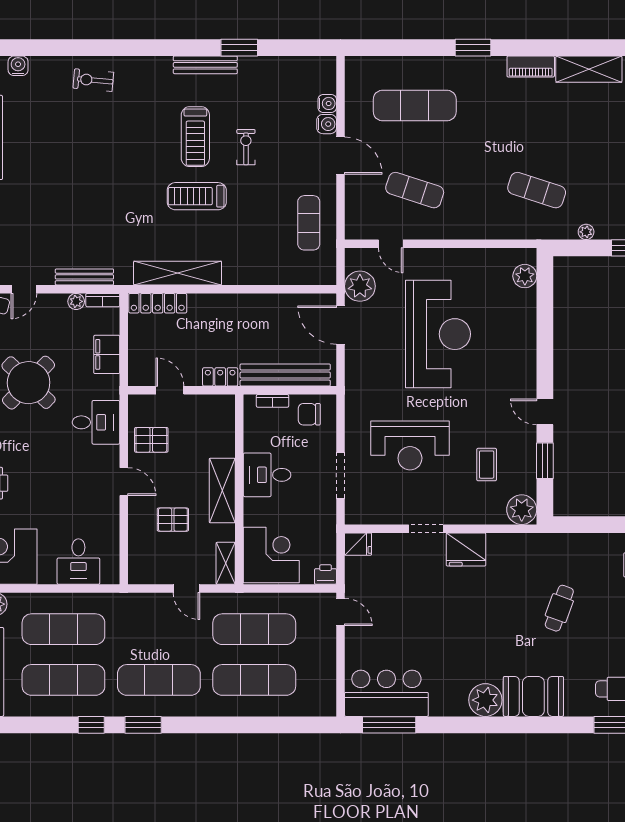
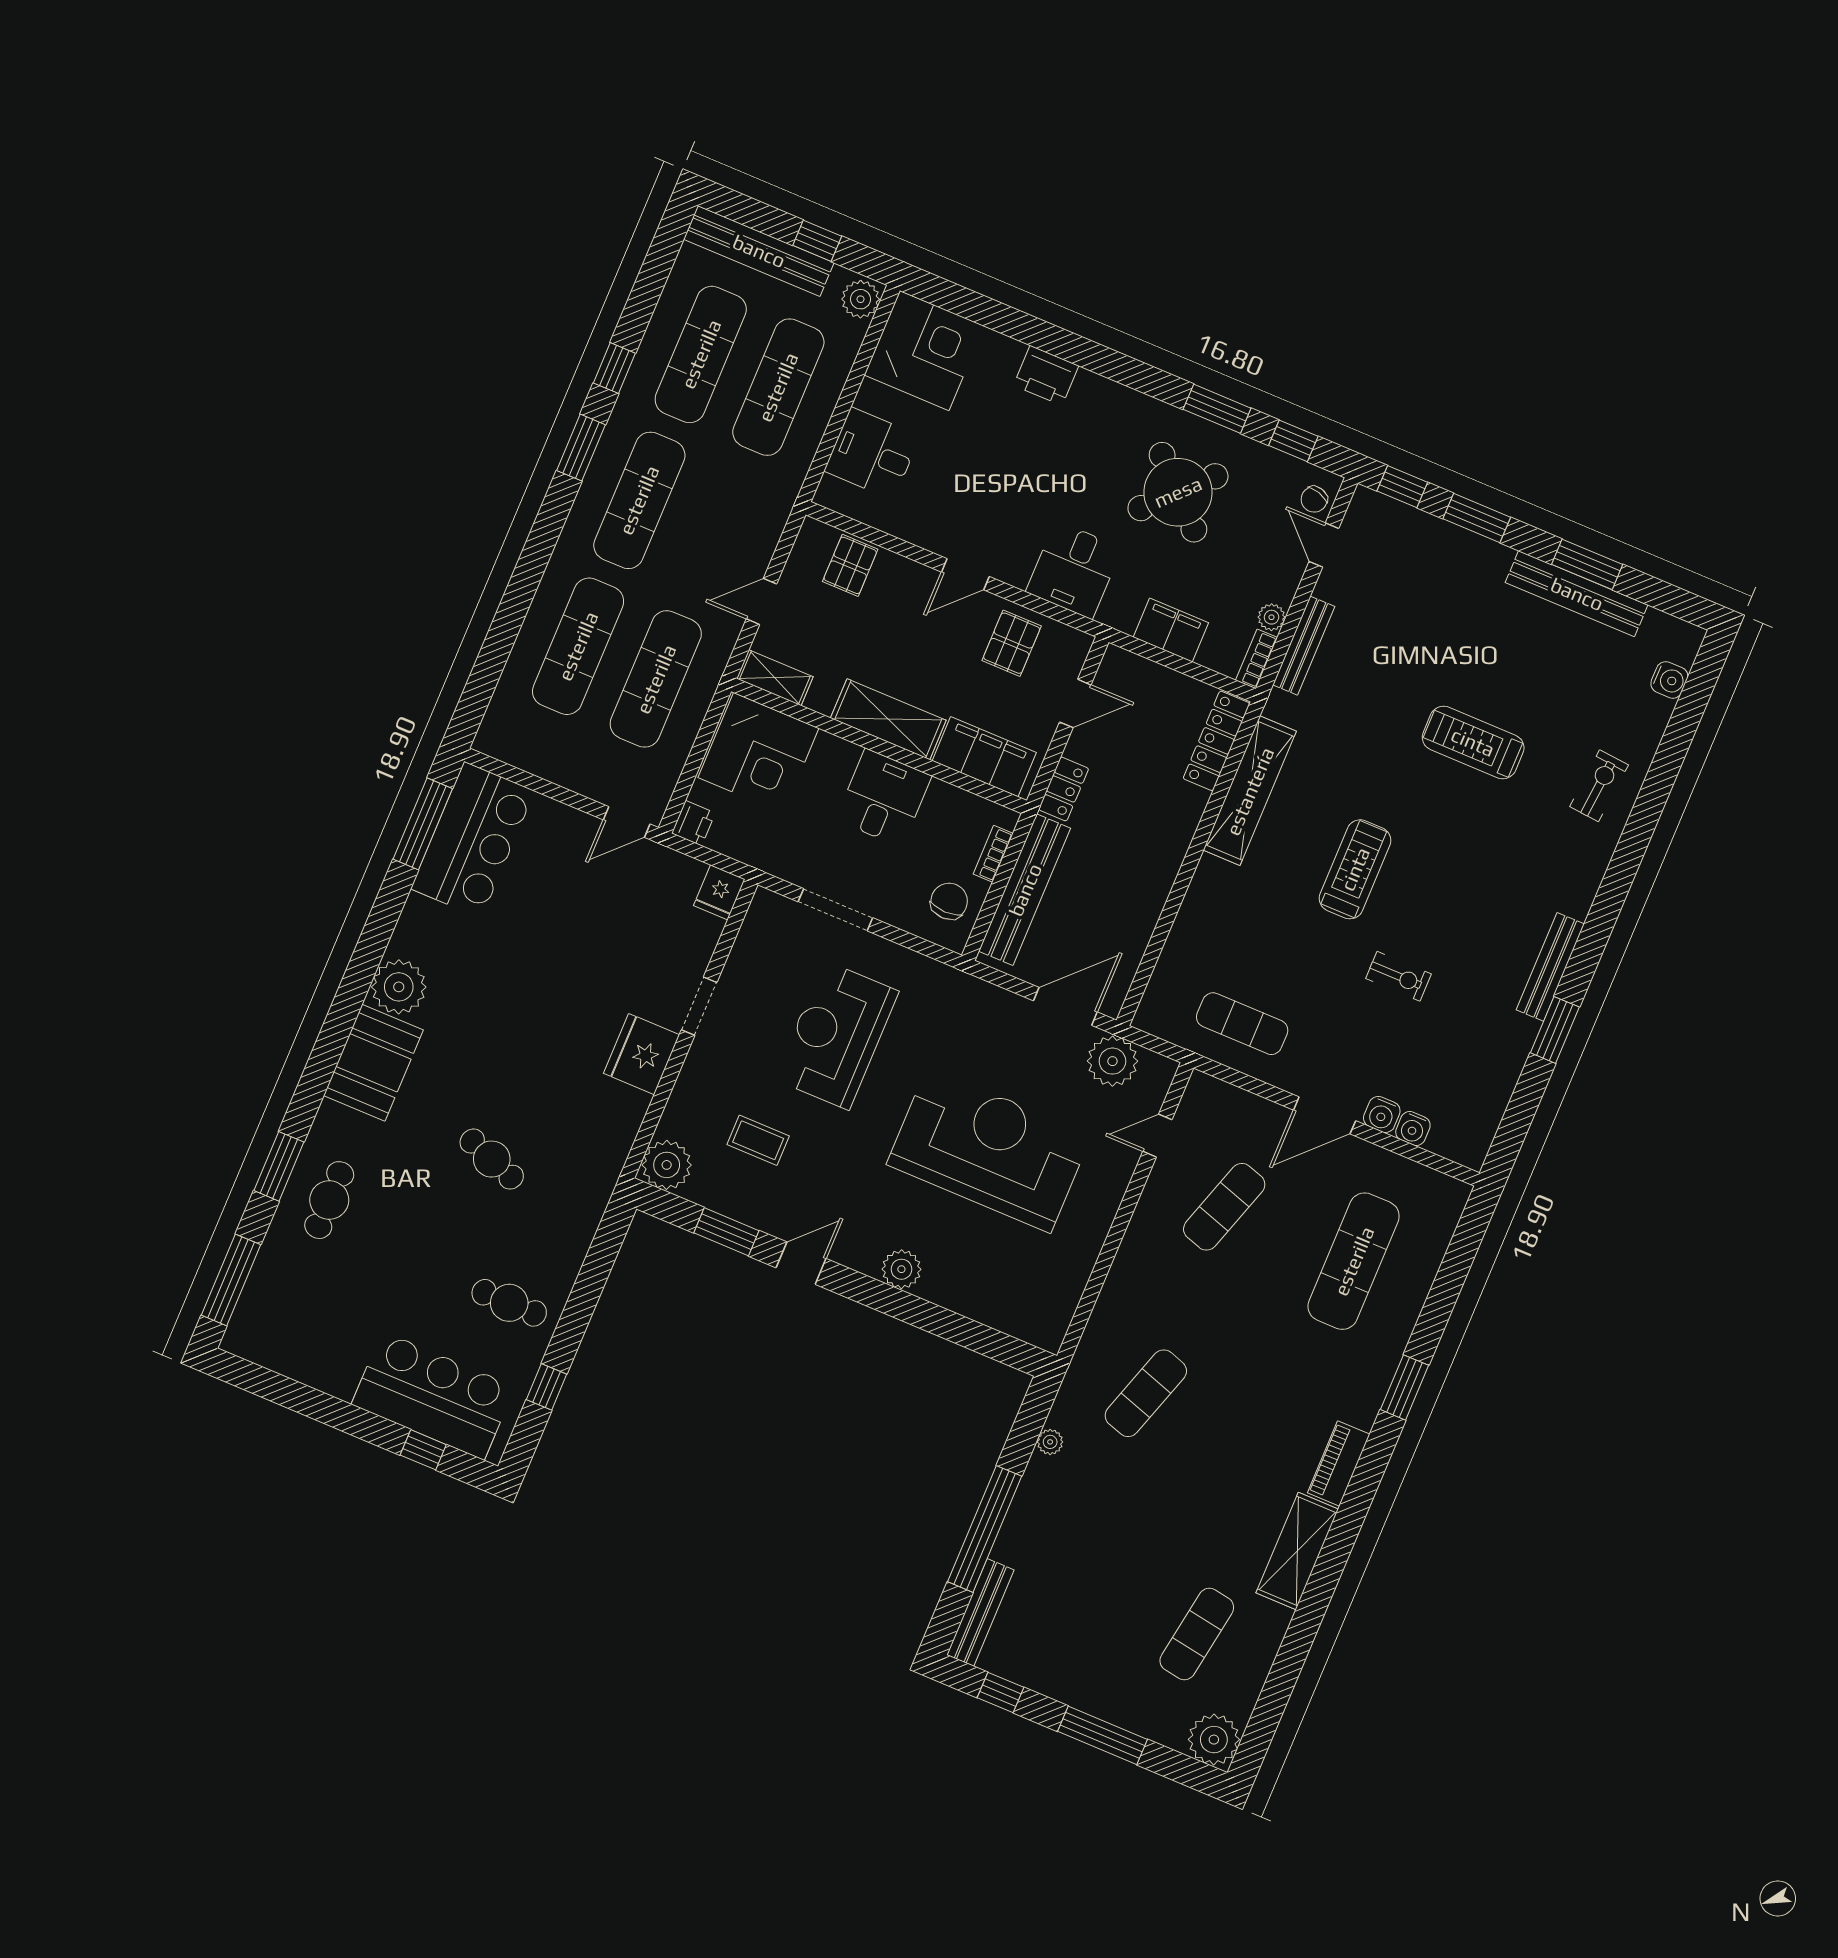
treadmill: (195, 137) -> (1473, 742), moved
plant: (525, 276) -> (901, 1269), moved
reception desk: (438, 334) -> (989, 1150), turned 180
filing cabinet: (221, 428) -> (984, 757), added
pallet: (173, 520) -> (850, 565), moved

